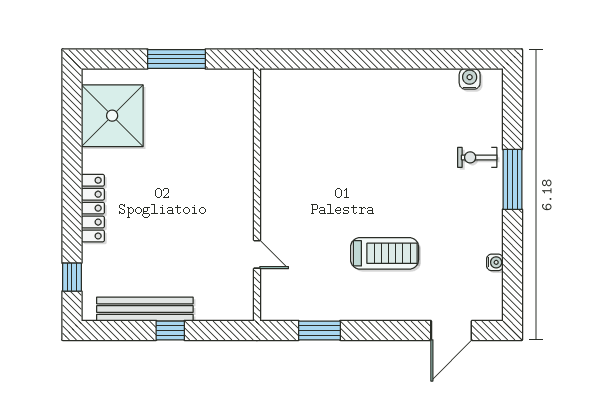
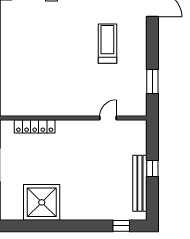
shower: (112, 116) -> (42, 202), moved
locker: (93, 208) -> (35, 126), moved, turned 180

